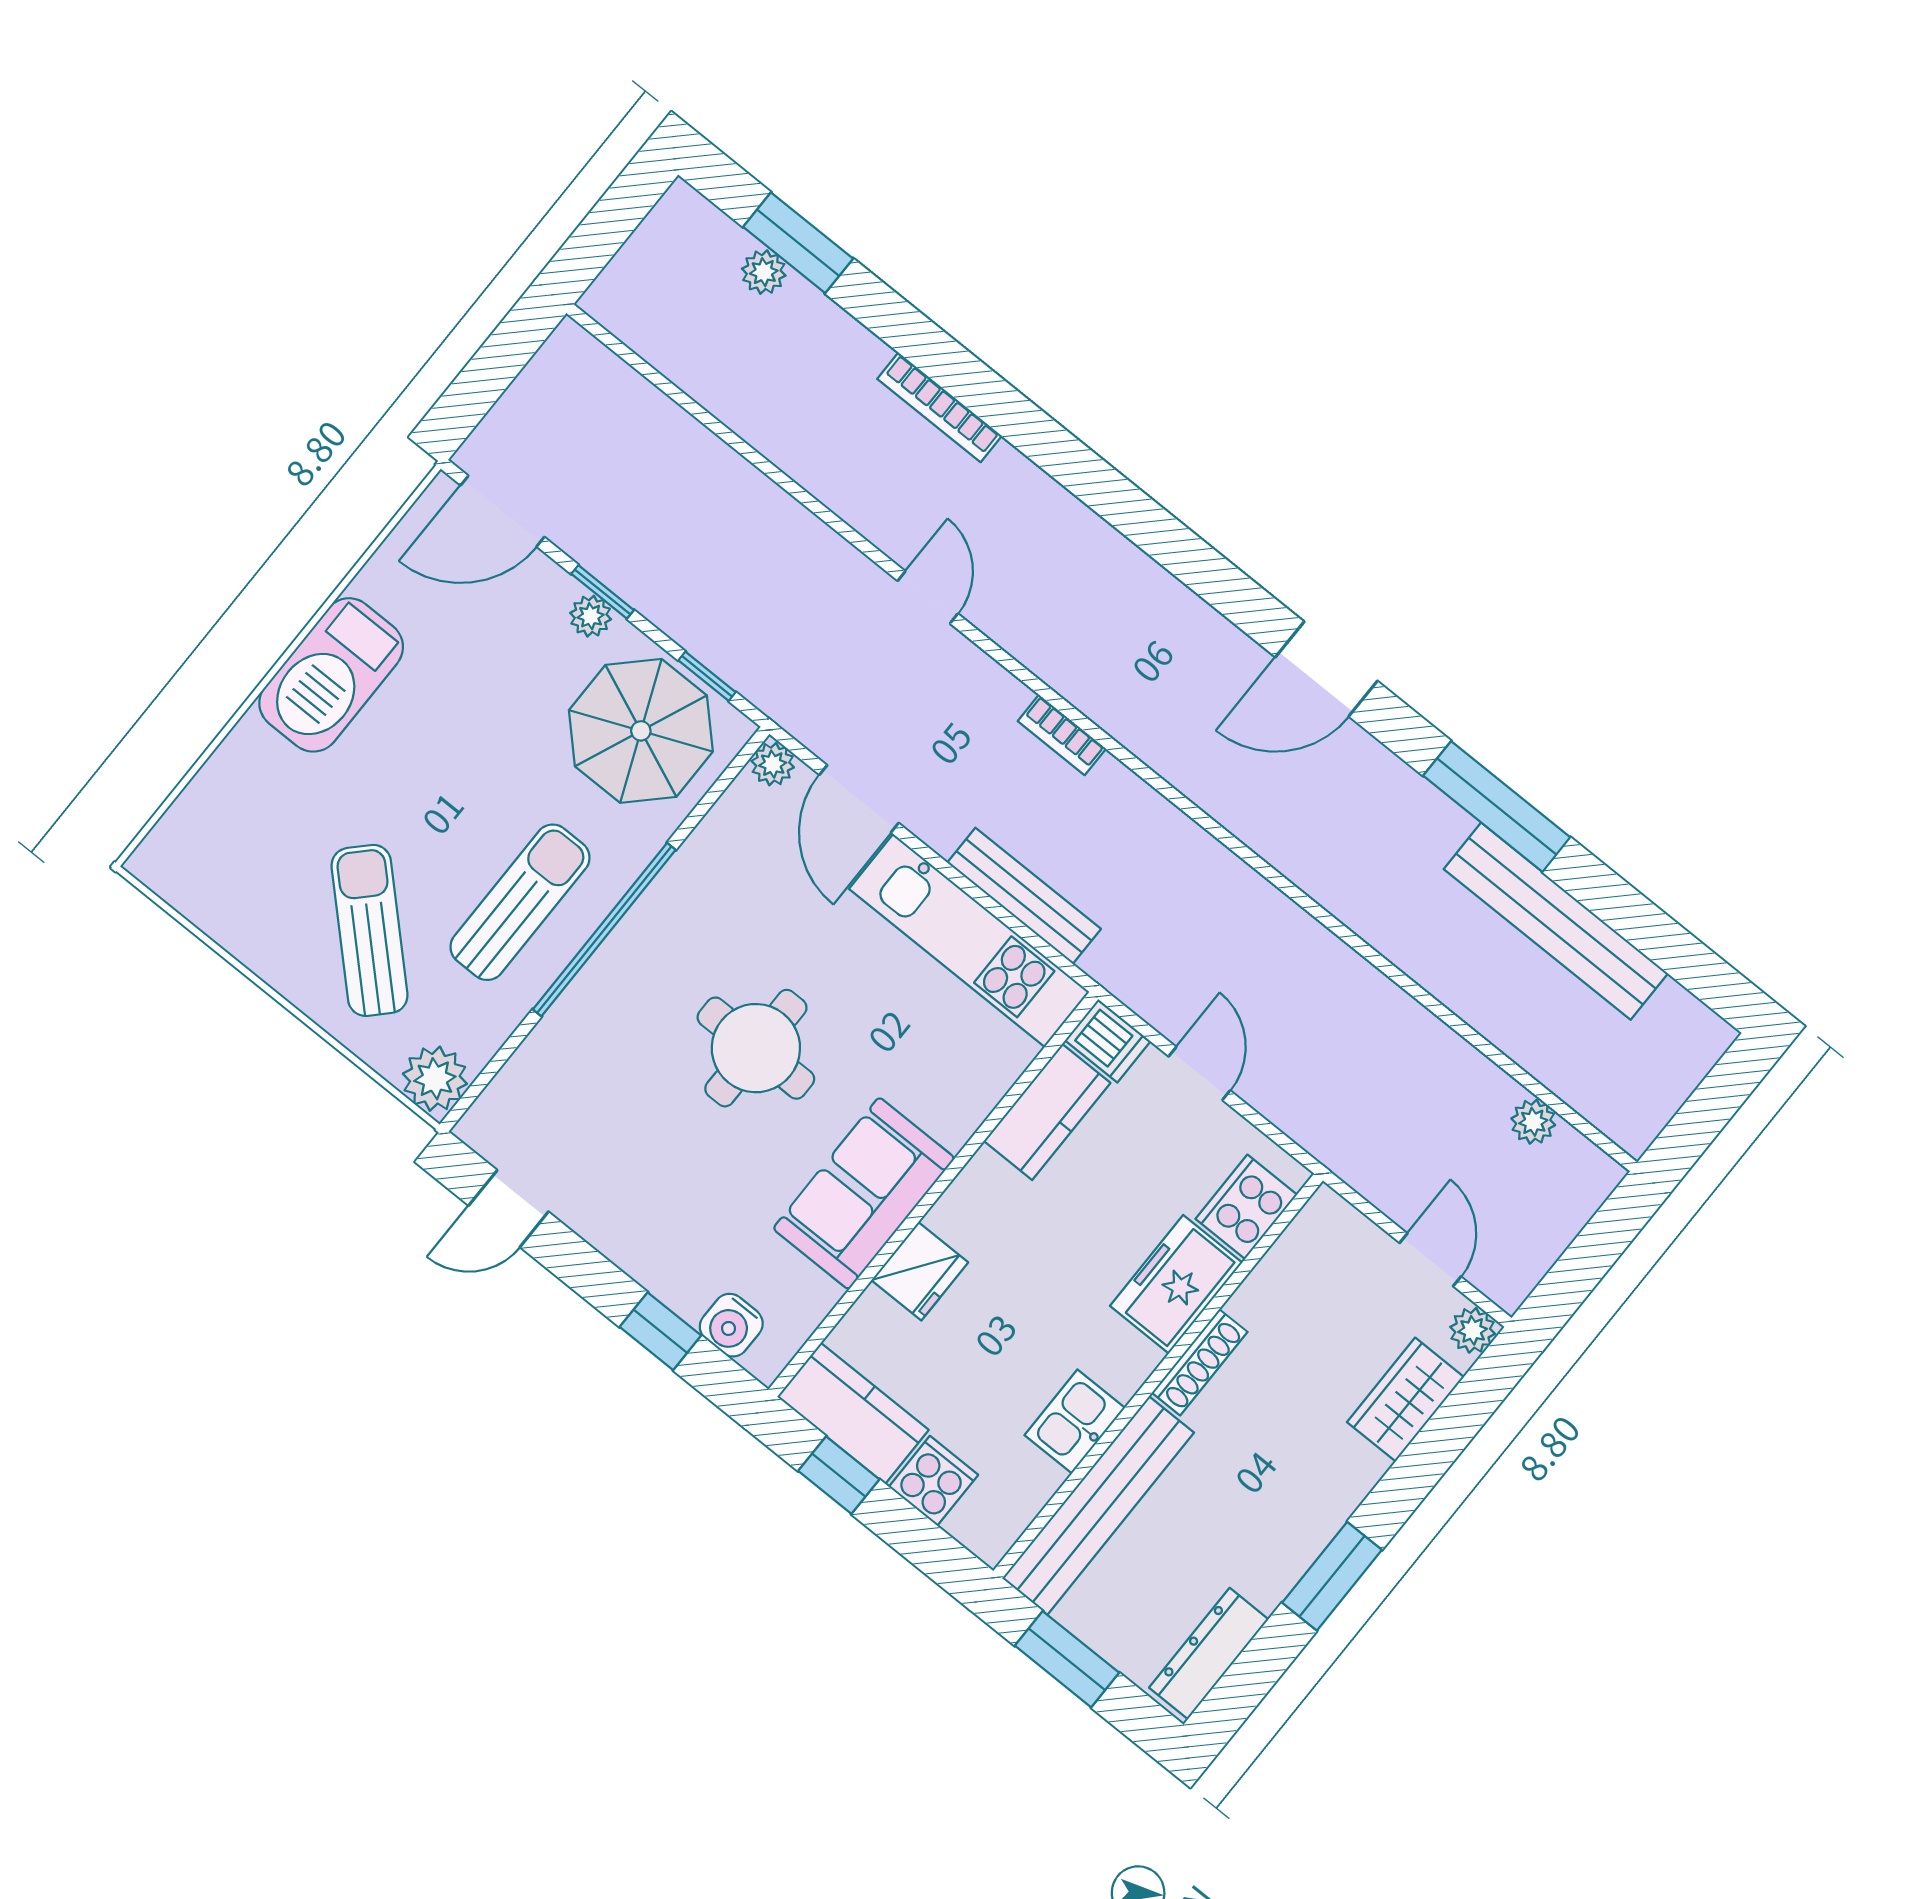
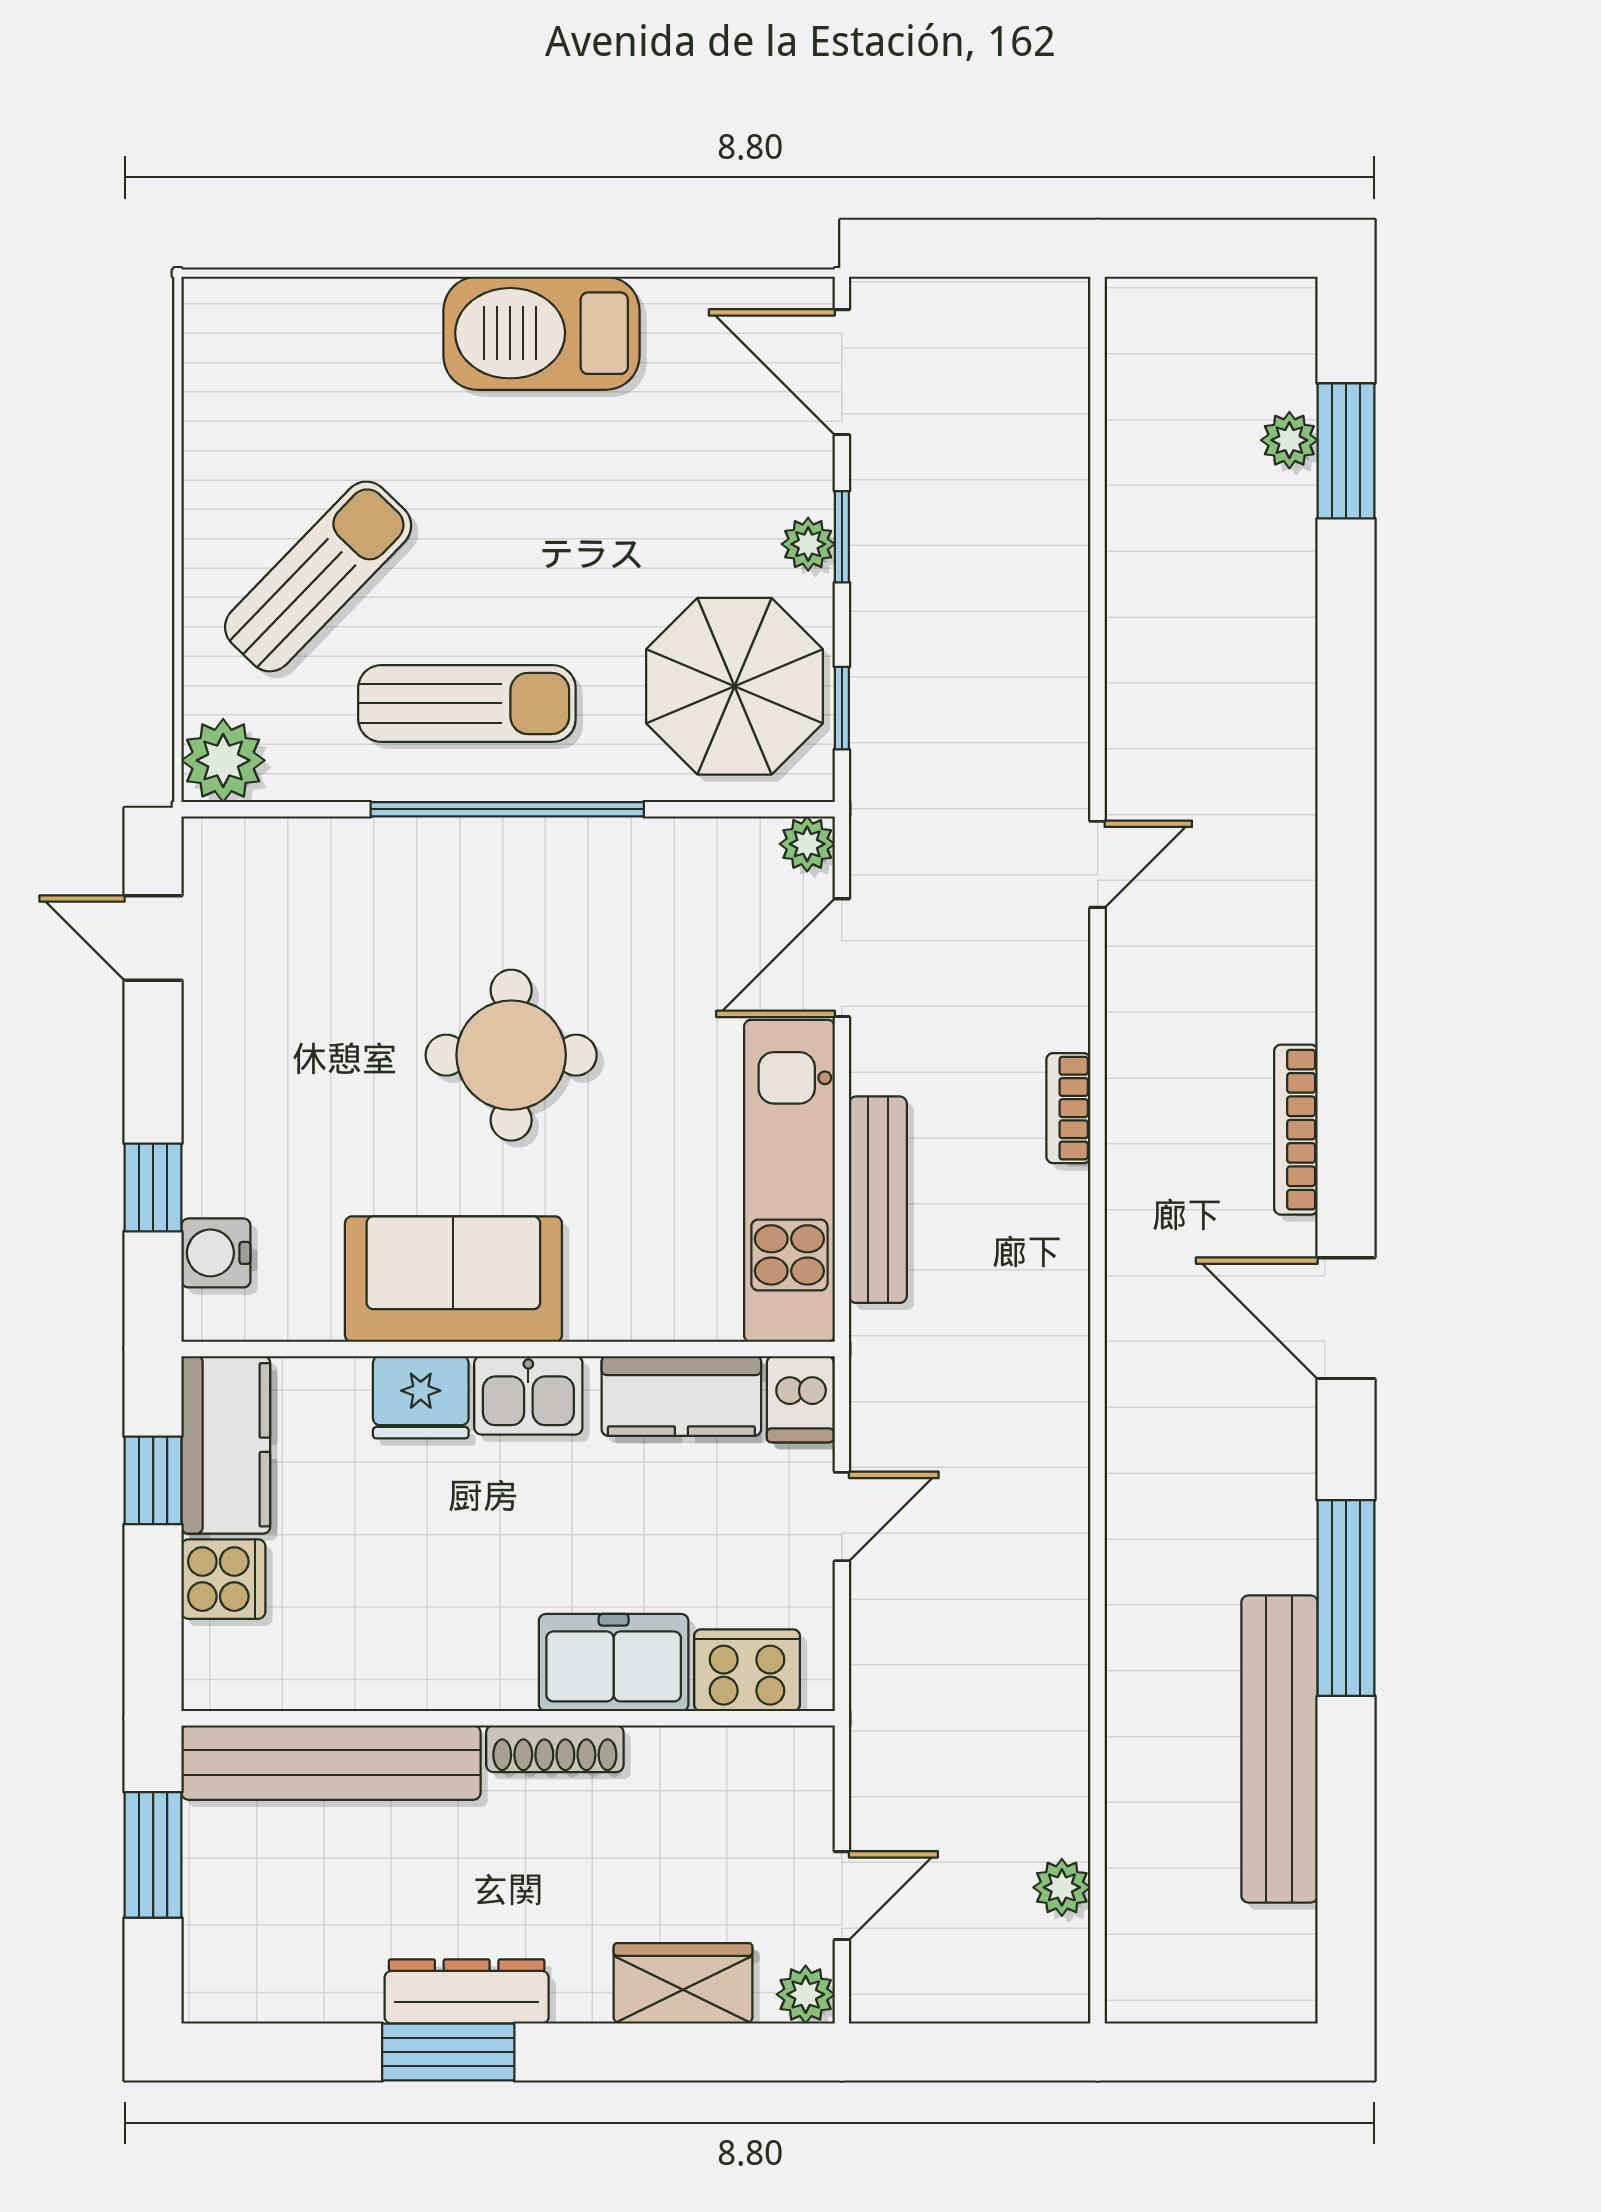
bookcase: (940, 407) -> (1296, 1130), moved
kitchen sink: (1075, 1421) -> (528, 1395), moved, turned 180
dresser: (1209, 1653) -> (467, 1991), moved

